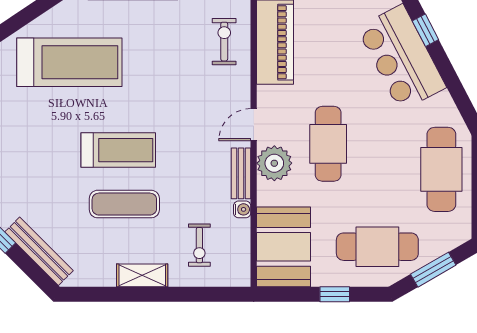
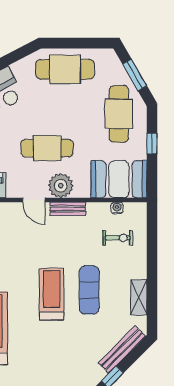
water cooler: (242, 209) -> (117, 208), moved
shelving: (142, 275) -> (139, 297), moved

